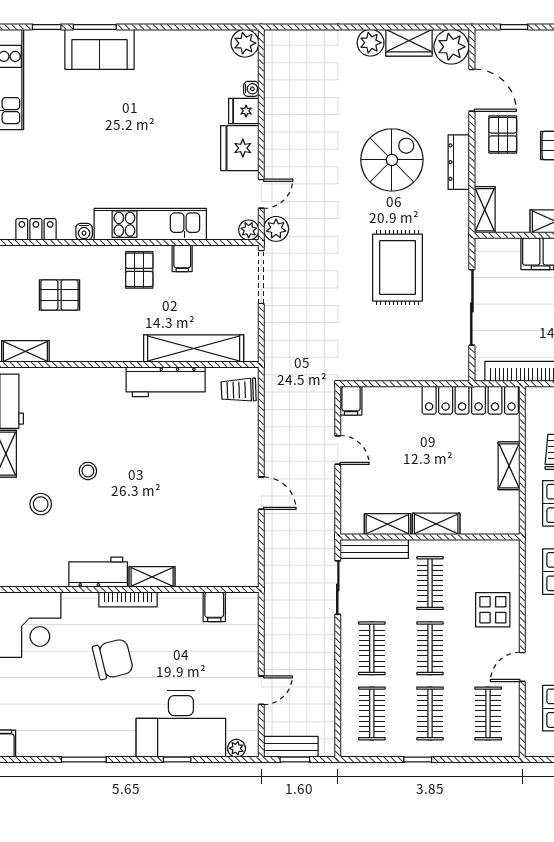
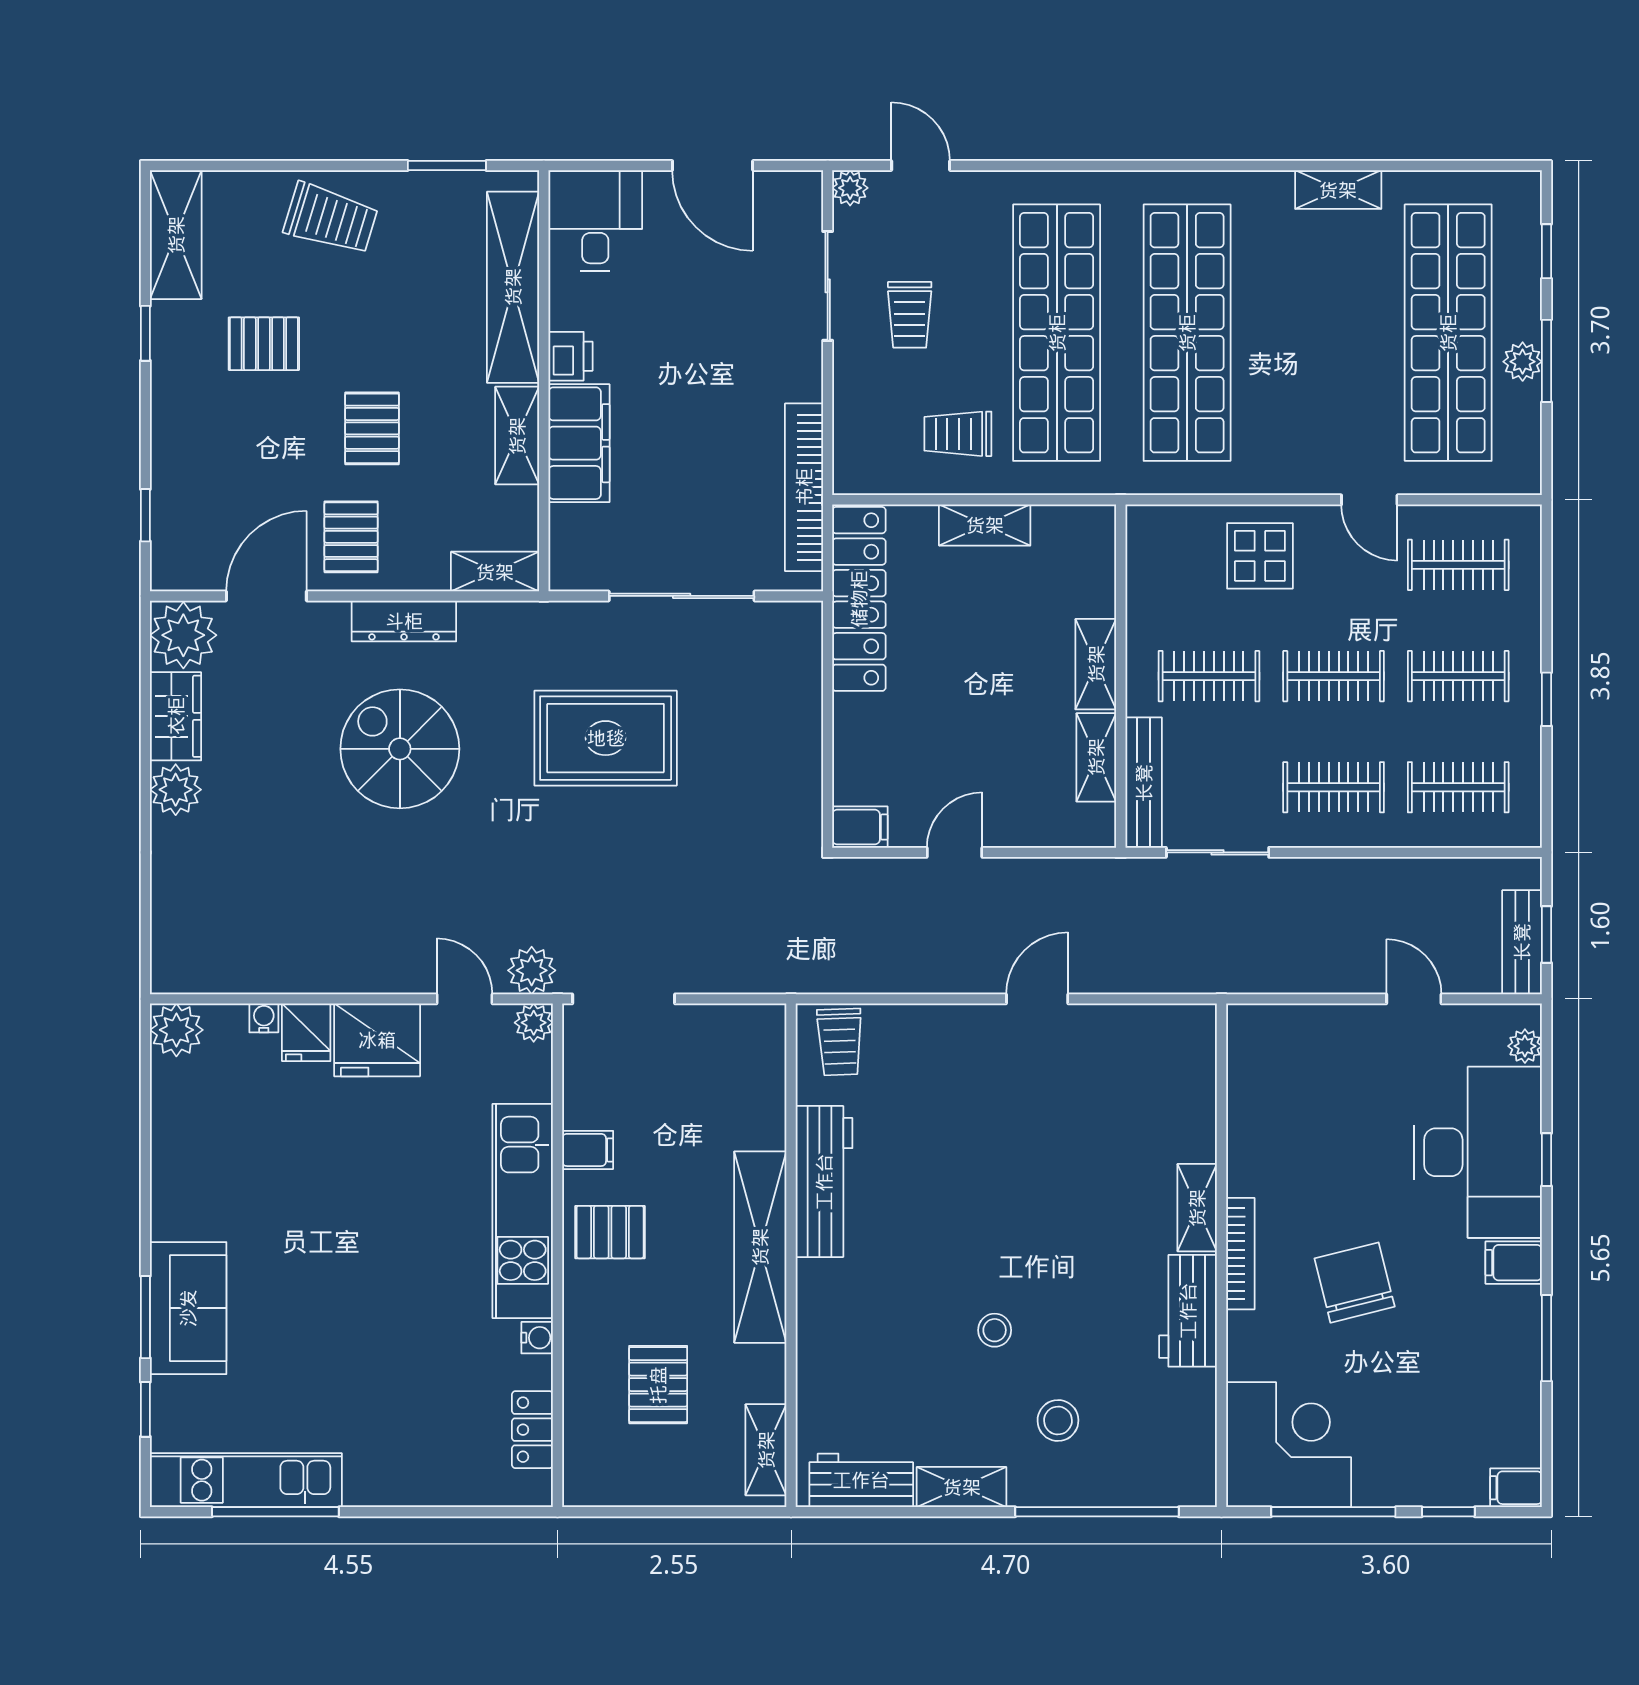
pallet: (503, 134) -> (351, 537), turned 90
shelving: (194, 348) -> (760, 1247), moved
filing cabinet: (214, 607) -> (1514, 1263), moved, turned 180

